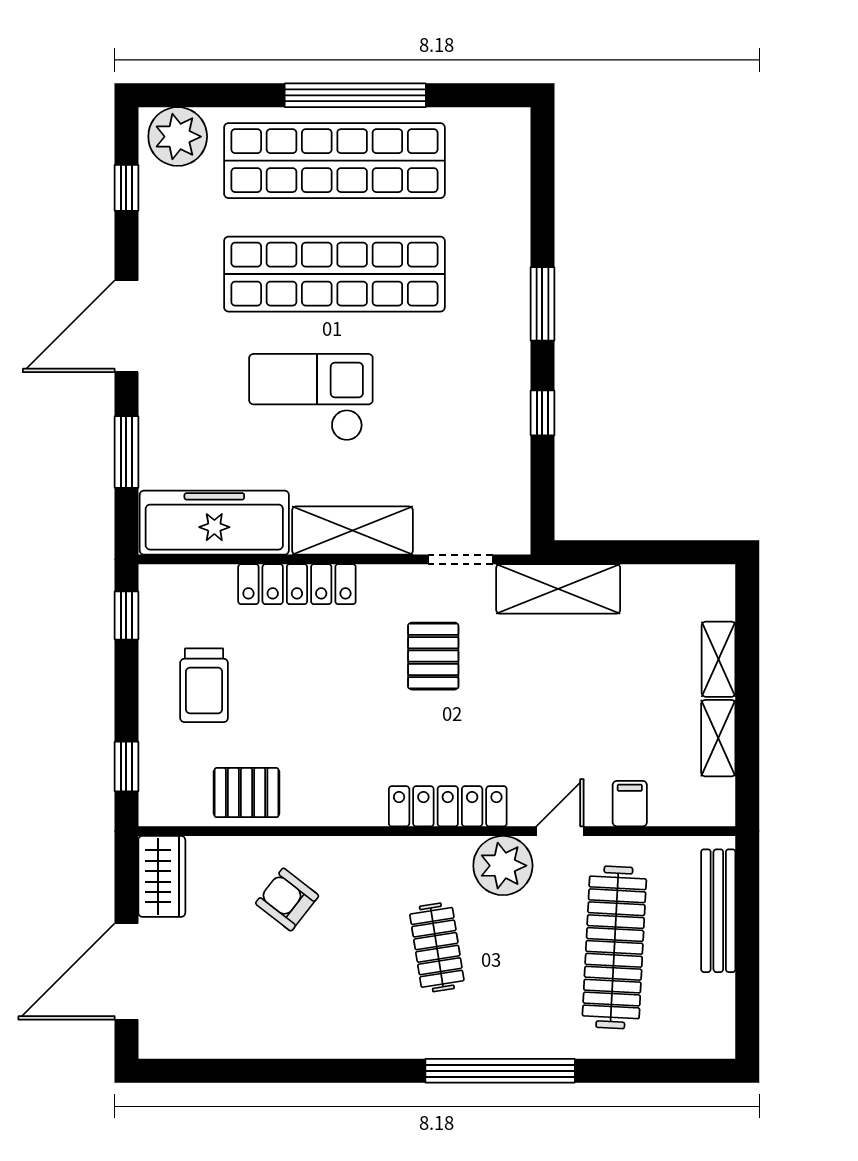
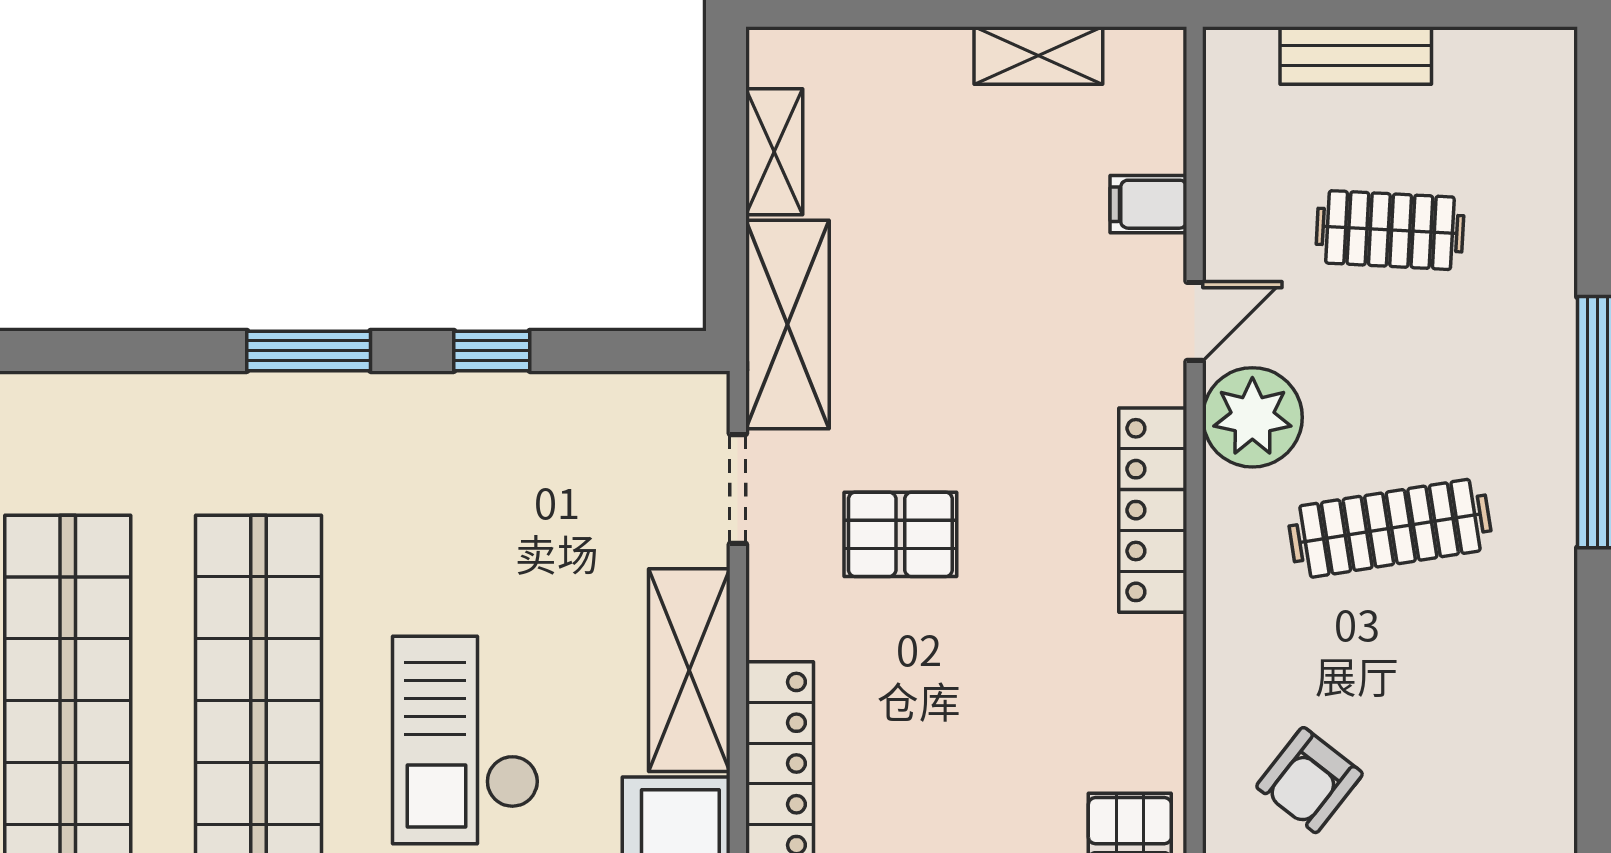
shelving: (719, 659) -> (774, 152), moved, turned 90
door: (560, 831) -> (1195, 321), swing flipped
bench: (718, 911) -> (1356, 55), width x0.73
clothes rail: (437, 947) -> (1390, 528), width x1.36
clothes rail: (614, 947) -> (1390, 230), width x0.54, depth x0.76

